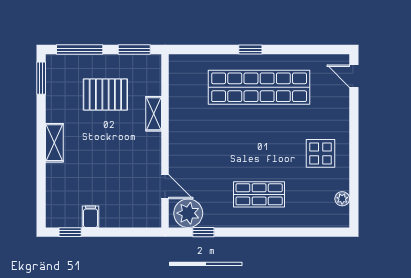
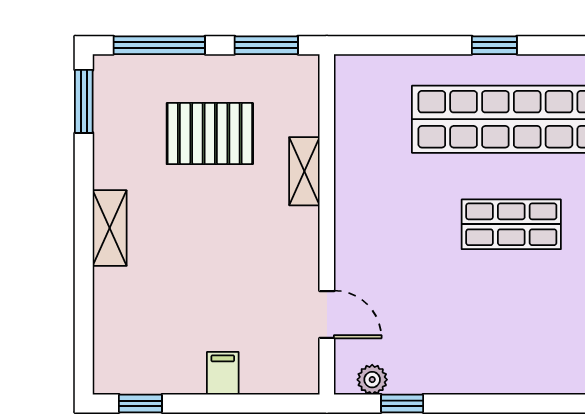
shop shelf: (259, 194) -> (511, 224), moved
plant: (188, 213) -> (372, 380), width x0.53, depth x0.53
filing cabinet: (91, 217) -> (223, 373), moved

